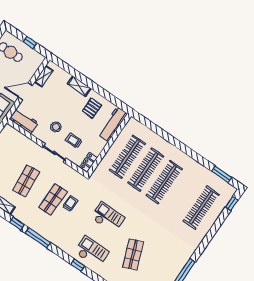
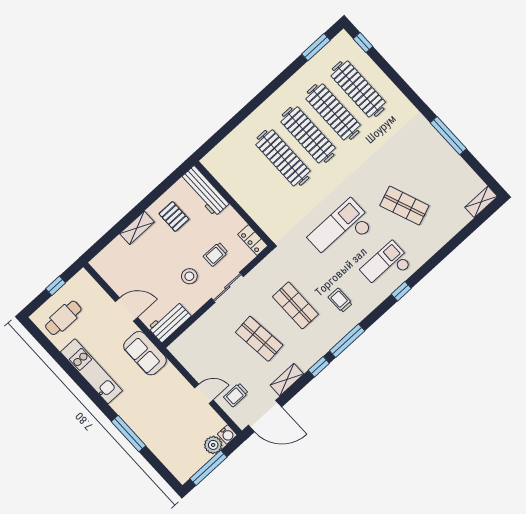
shelving: (44, 76) -> (110, 277), removed
door: (25, 92) -> (127, 309), swing flipped
clothes rail: (127, 157) -> (333, 112), moved
trolley: (70, 204) -> (340, 300), moved
checkout: (108, 218) -> (341, 231), width x1.36, depth x1.21

